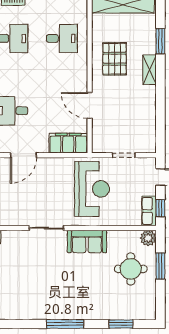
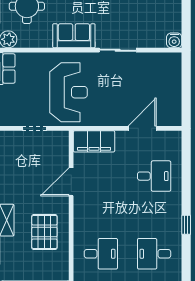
desk: (62, 38) -> (101, 254), turned 180
door: (90, 105) -> (71, 182), swing flipped
reception desk: (92, 189) -> (69, 92), turned 180

